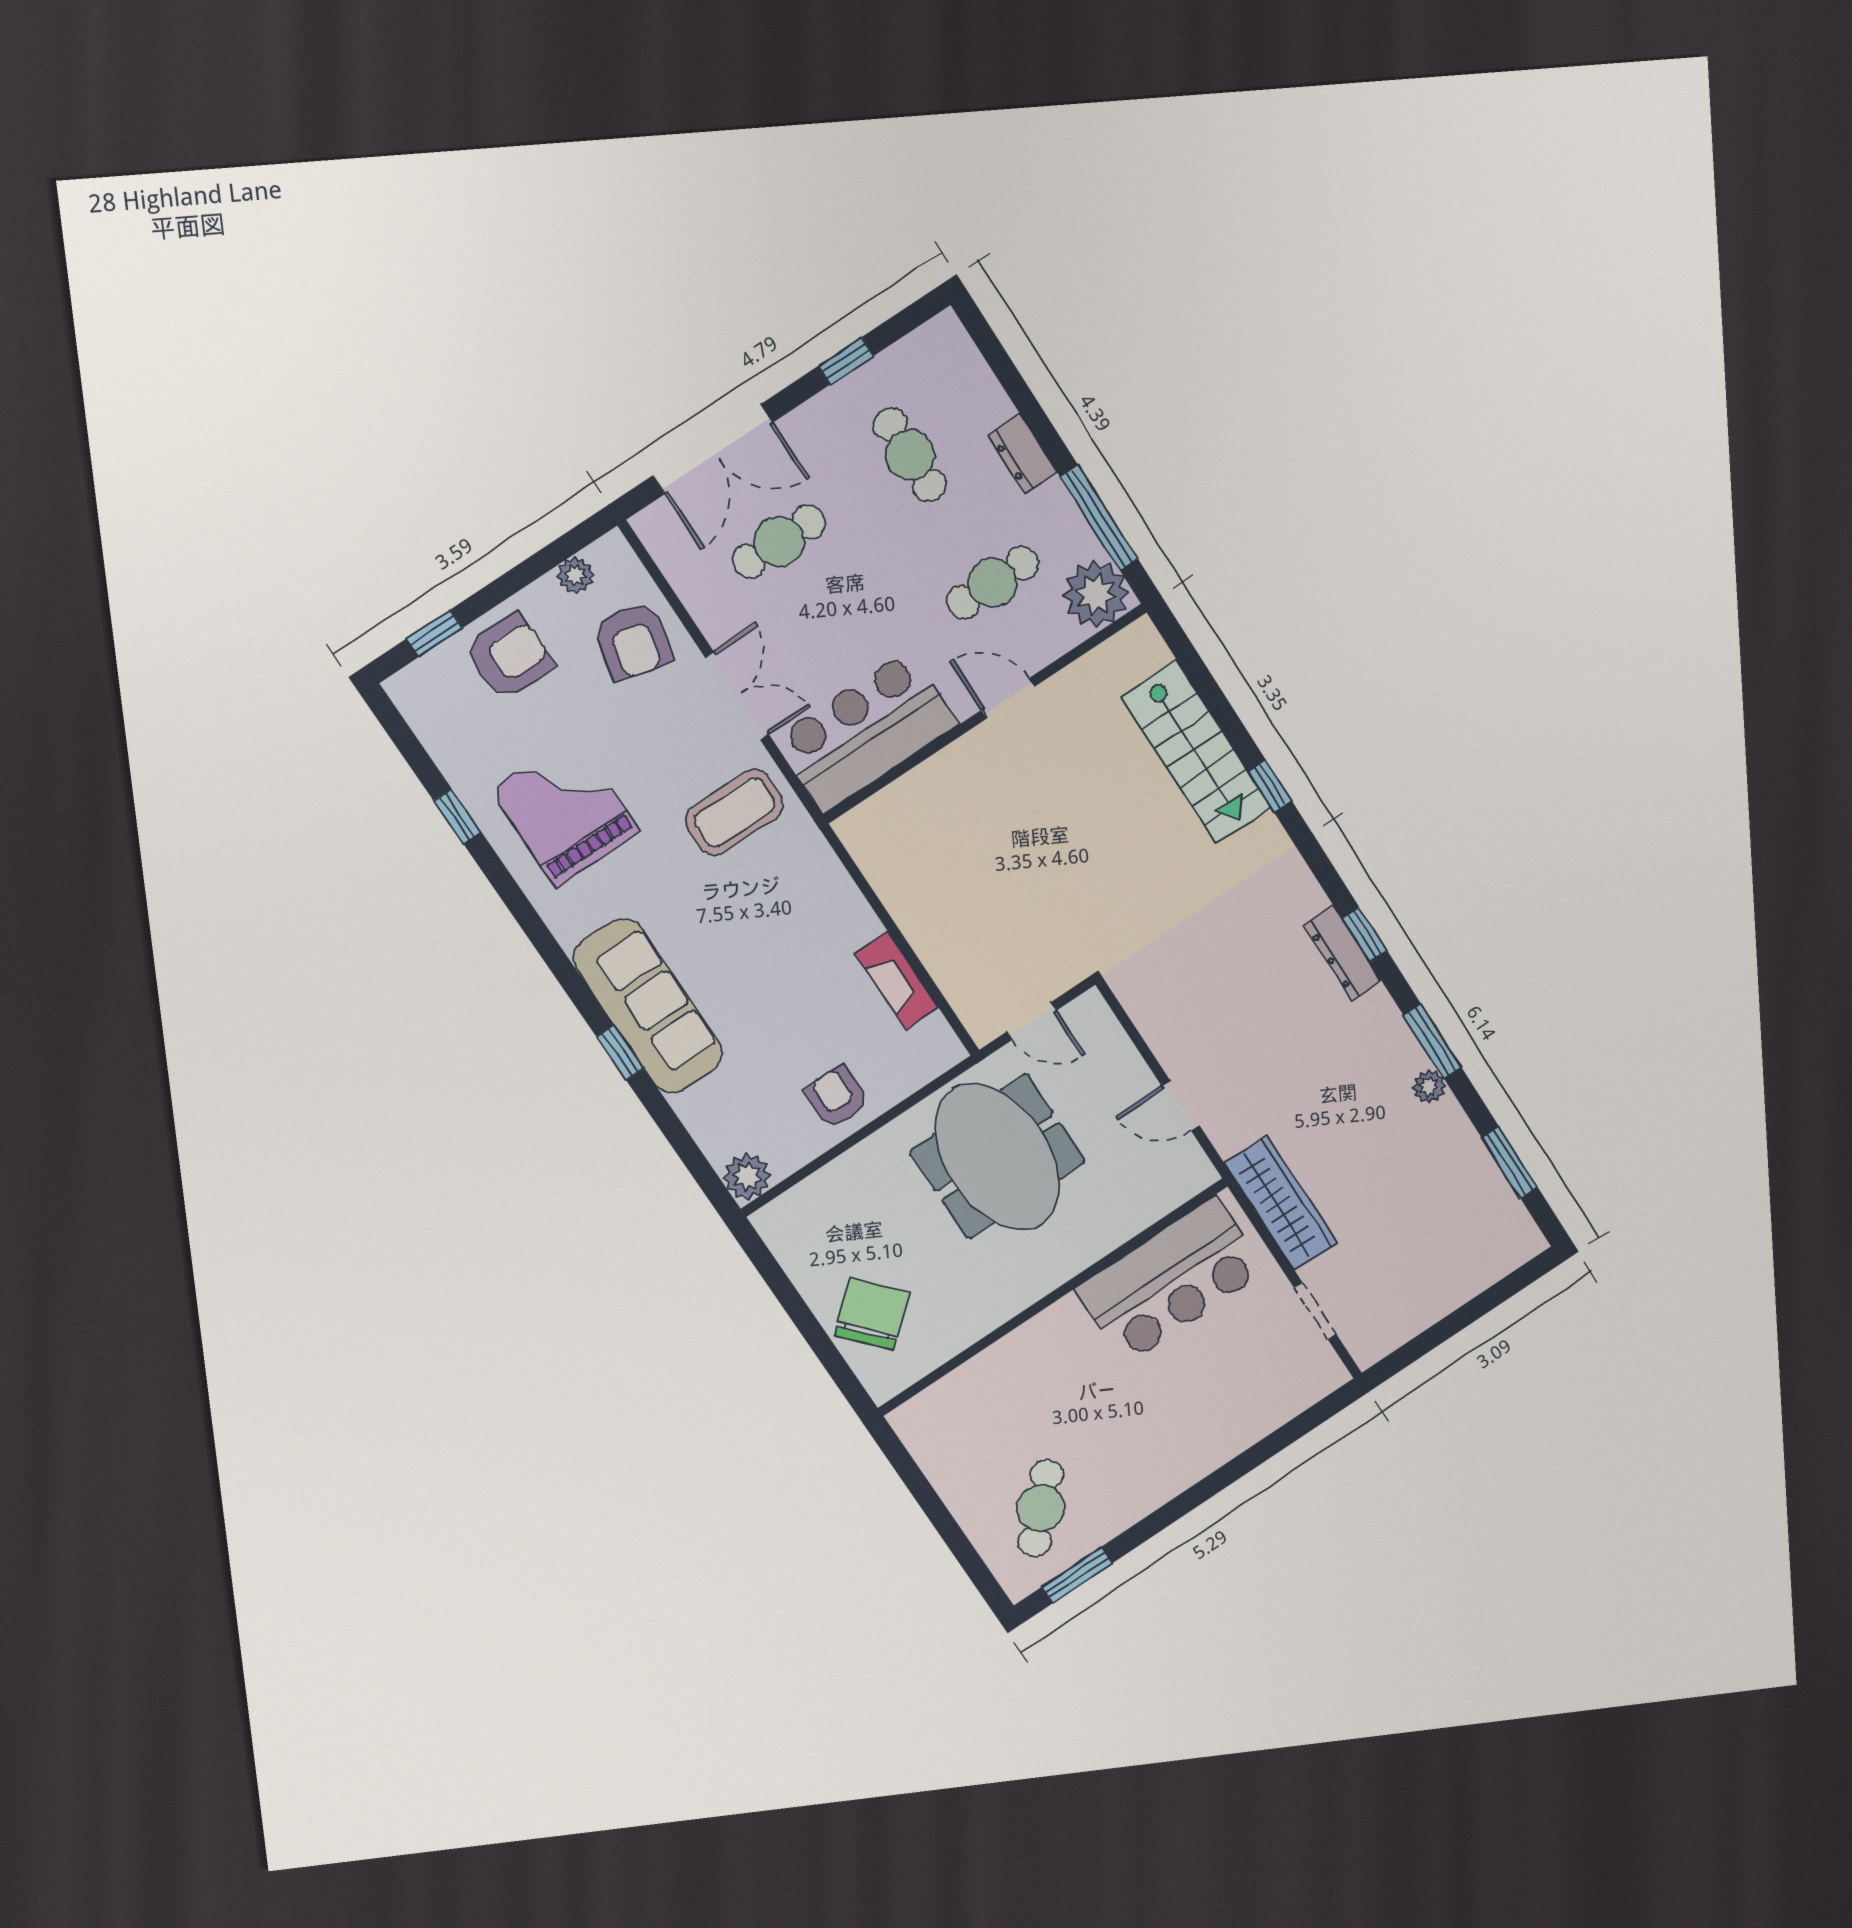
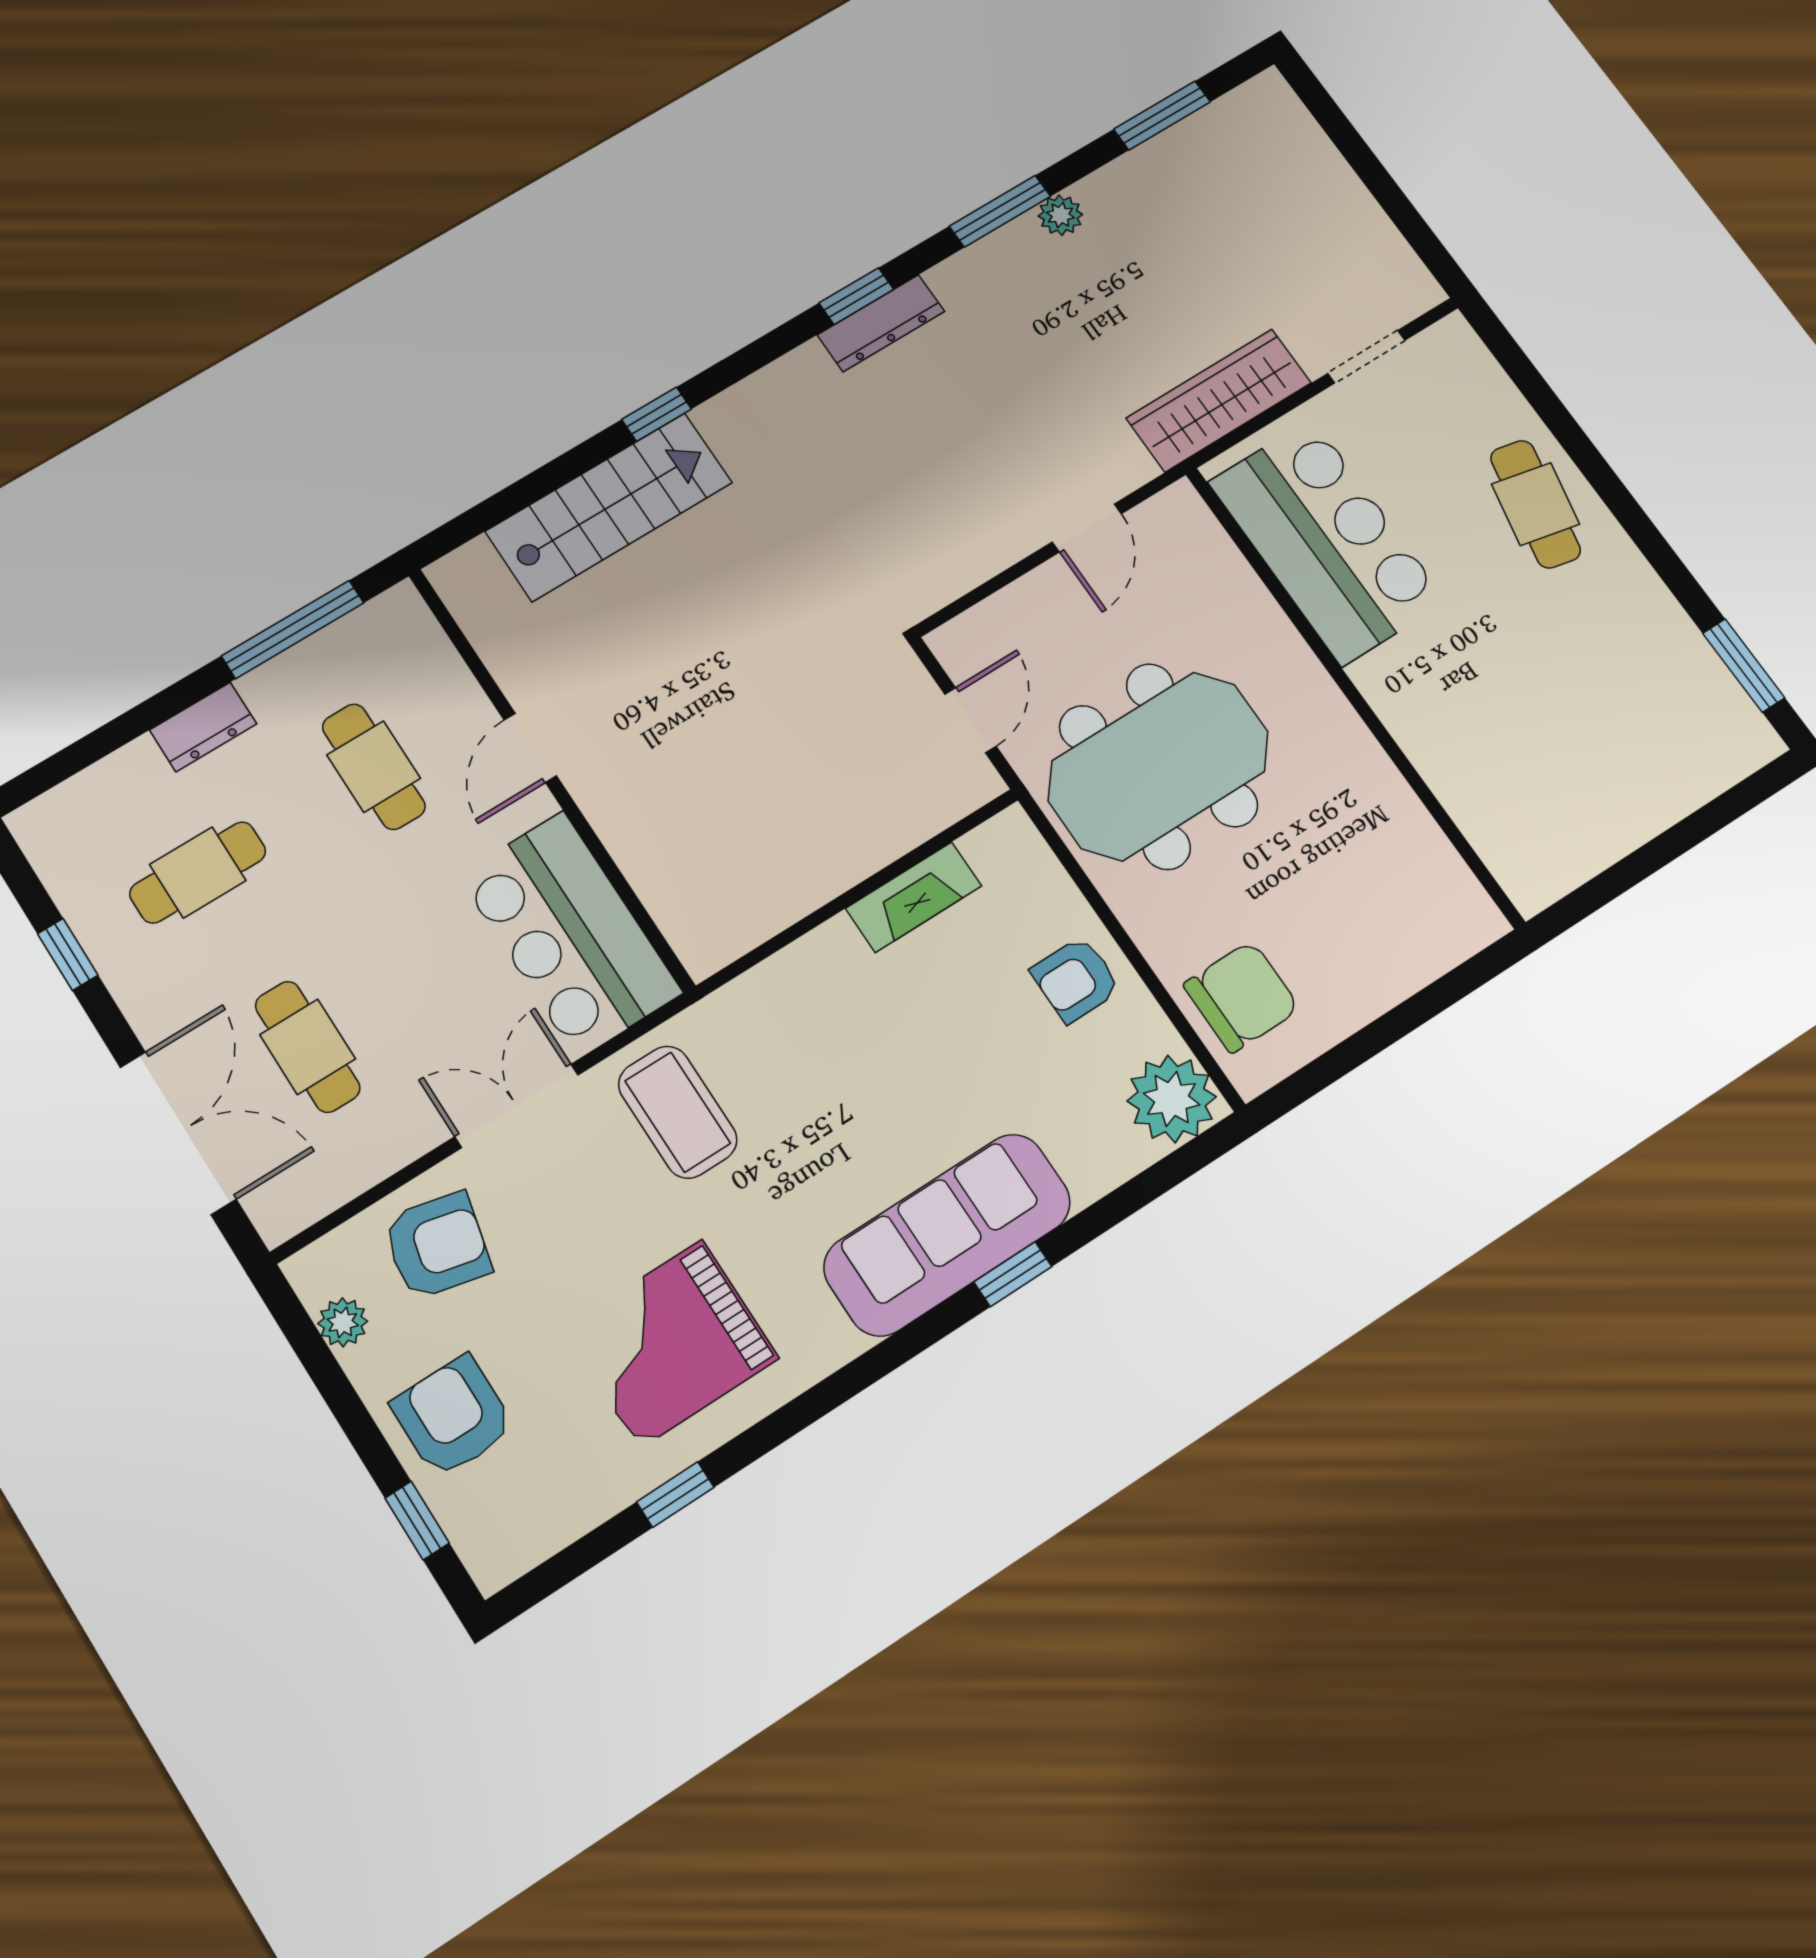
plant: (1096, 594) -> (394, 634), removed
plant: (747, 1176) -> (1172, 1099), width x1.36, depth x1.36
chair: (872, 1314) -> (1242, 997), moved, turned 131
cafe table: (1041, 1508) -> (1535, 504), moved, turned 59

